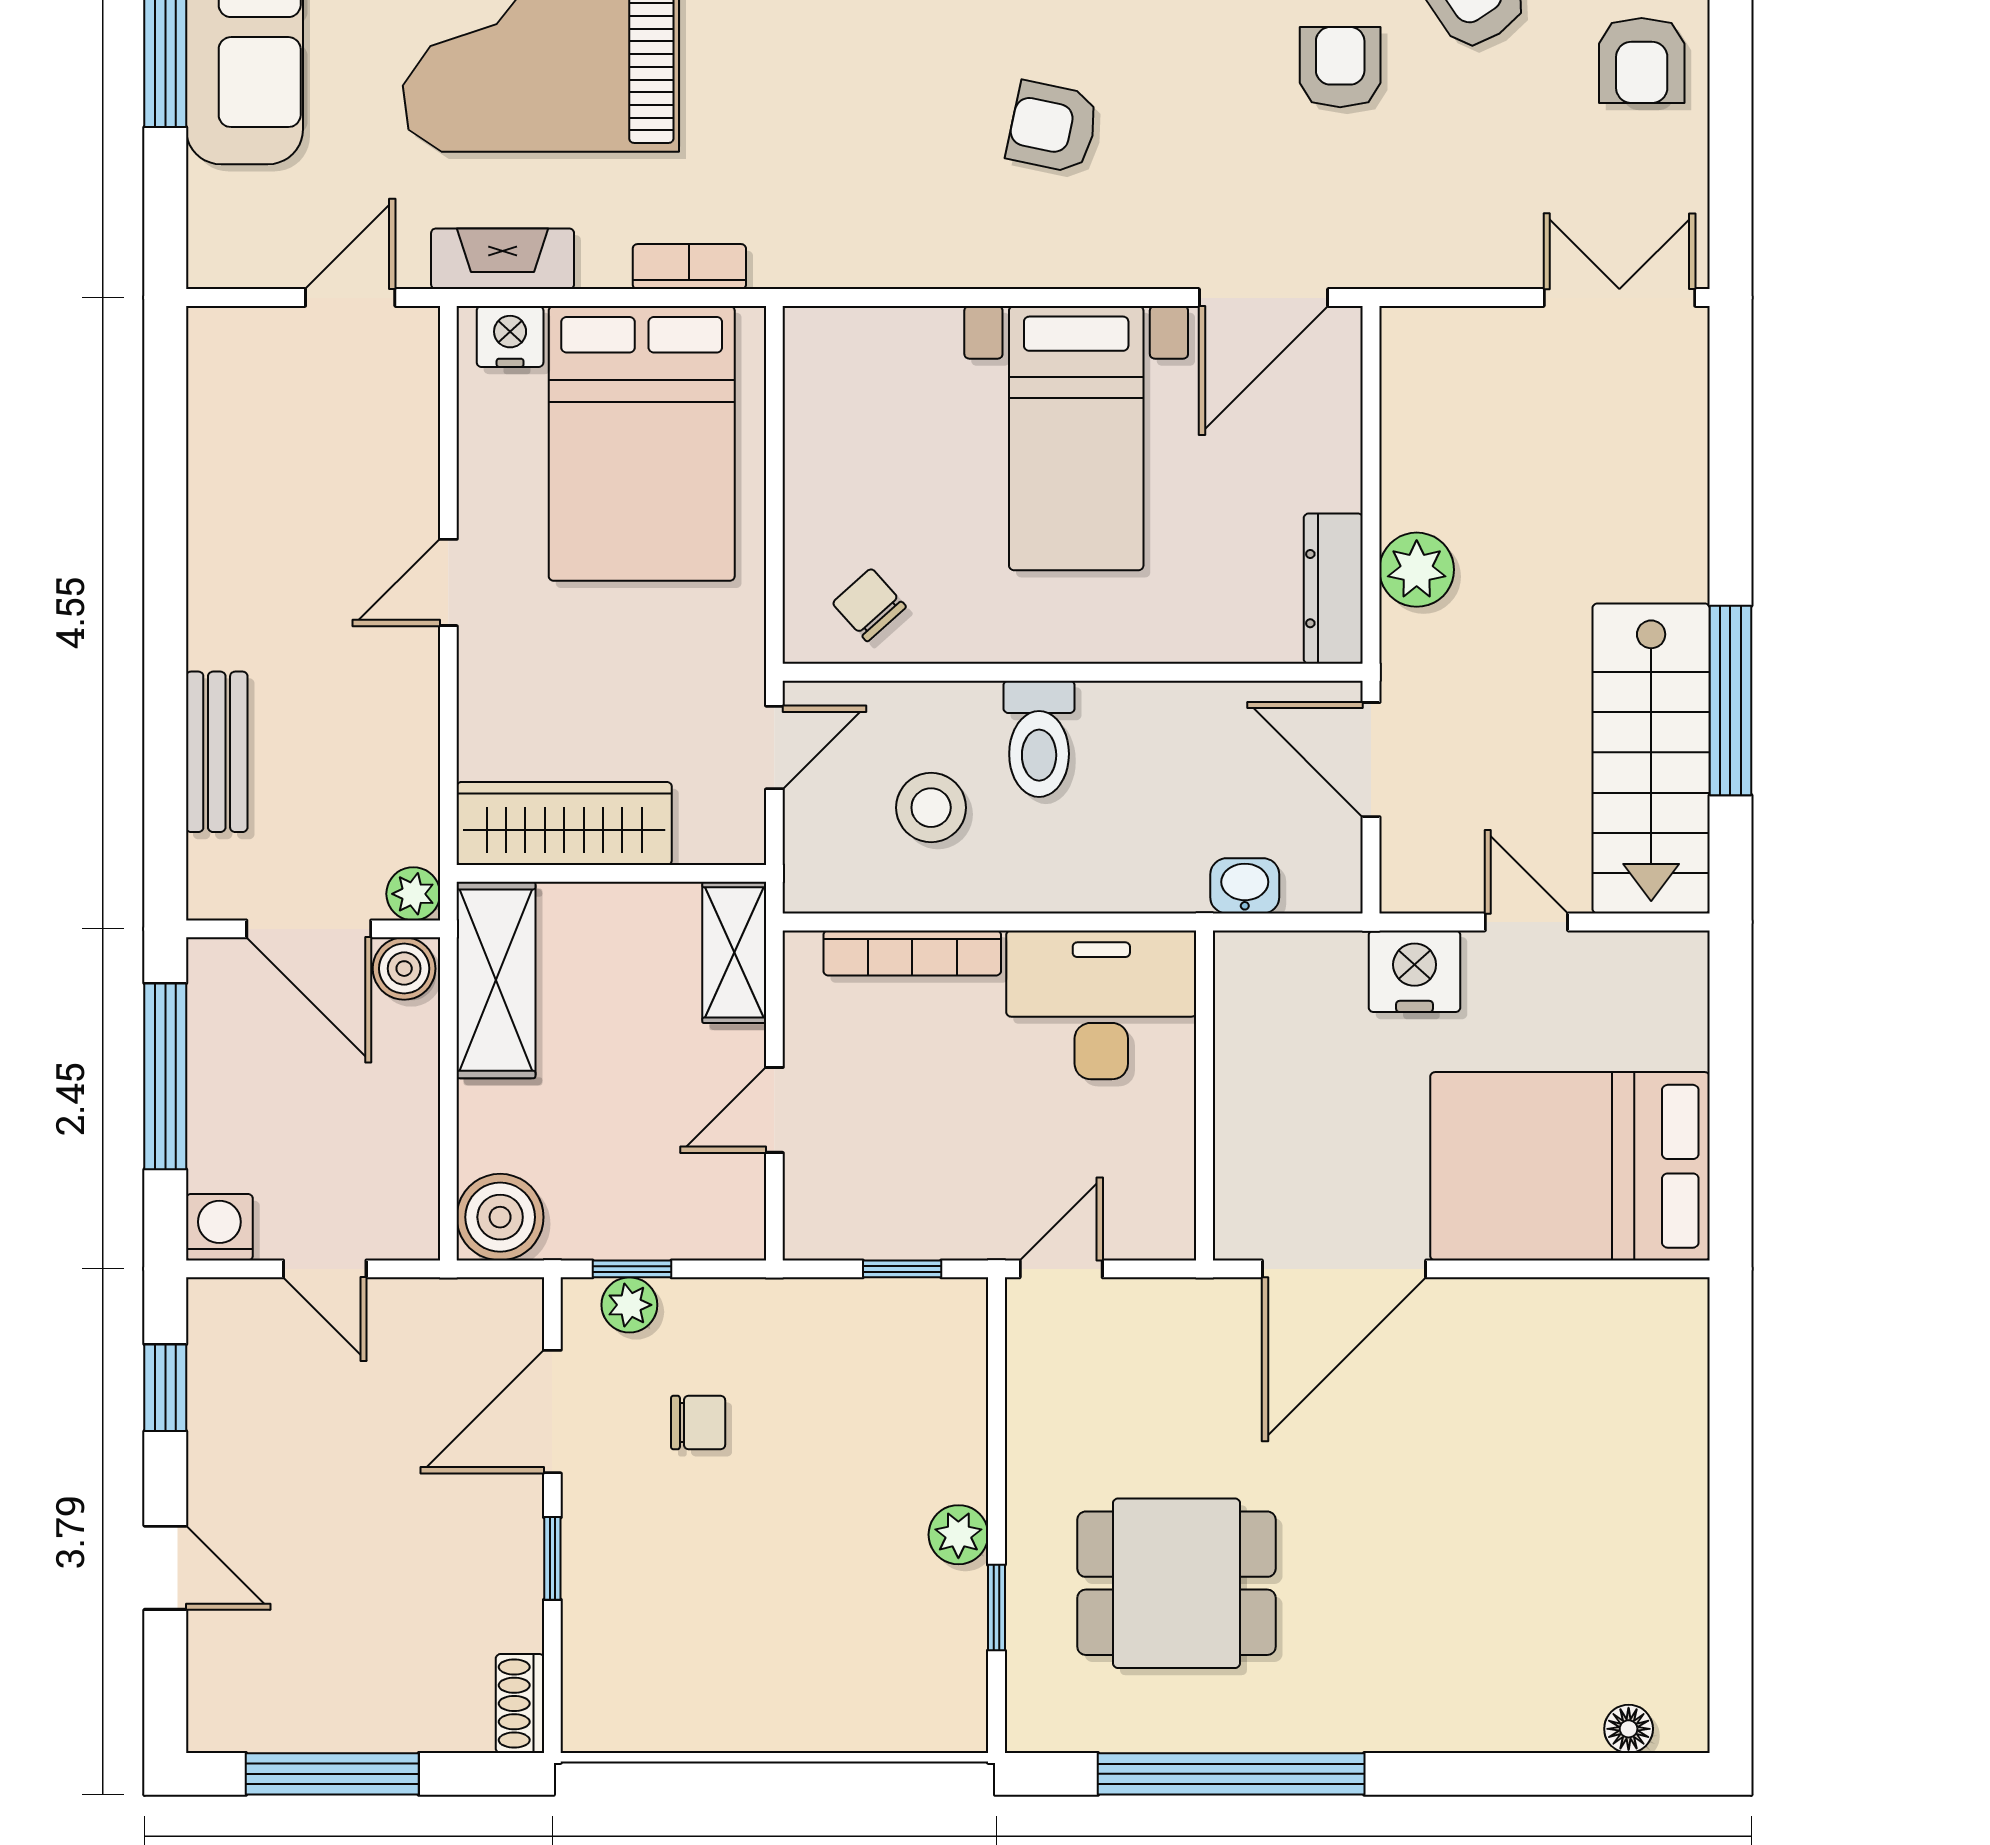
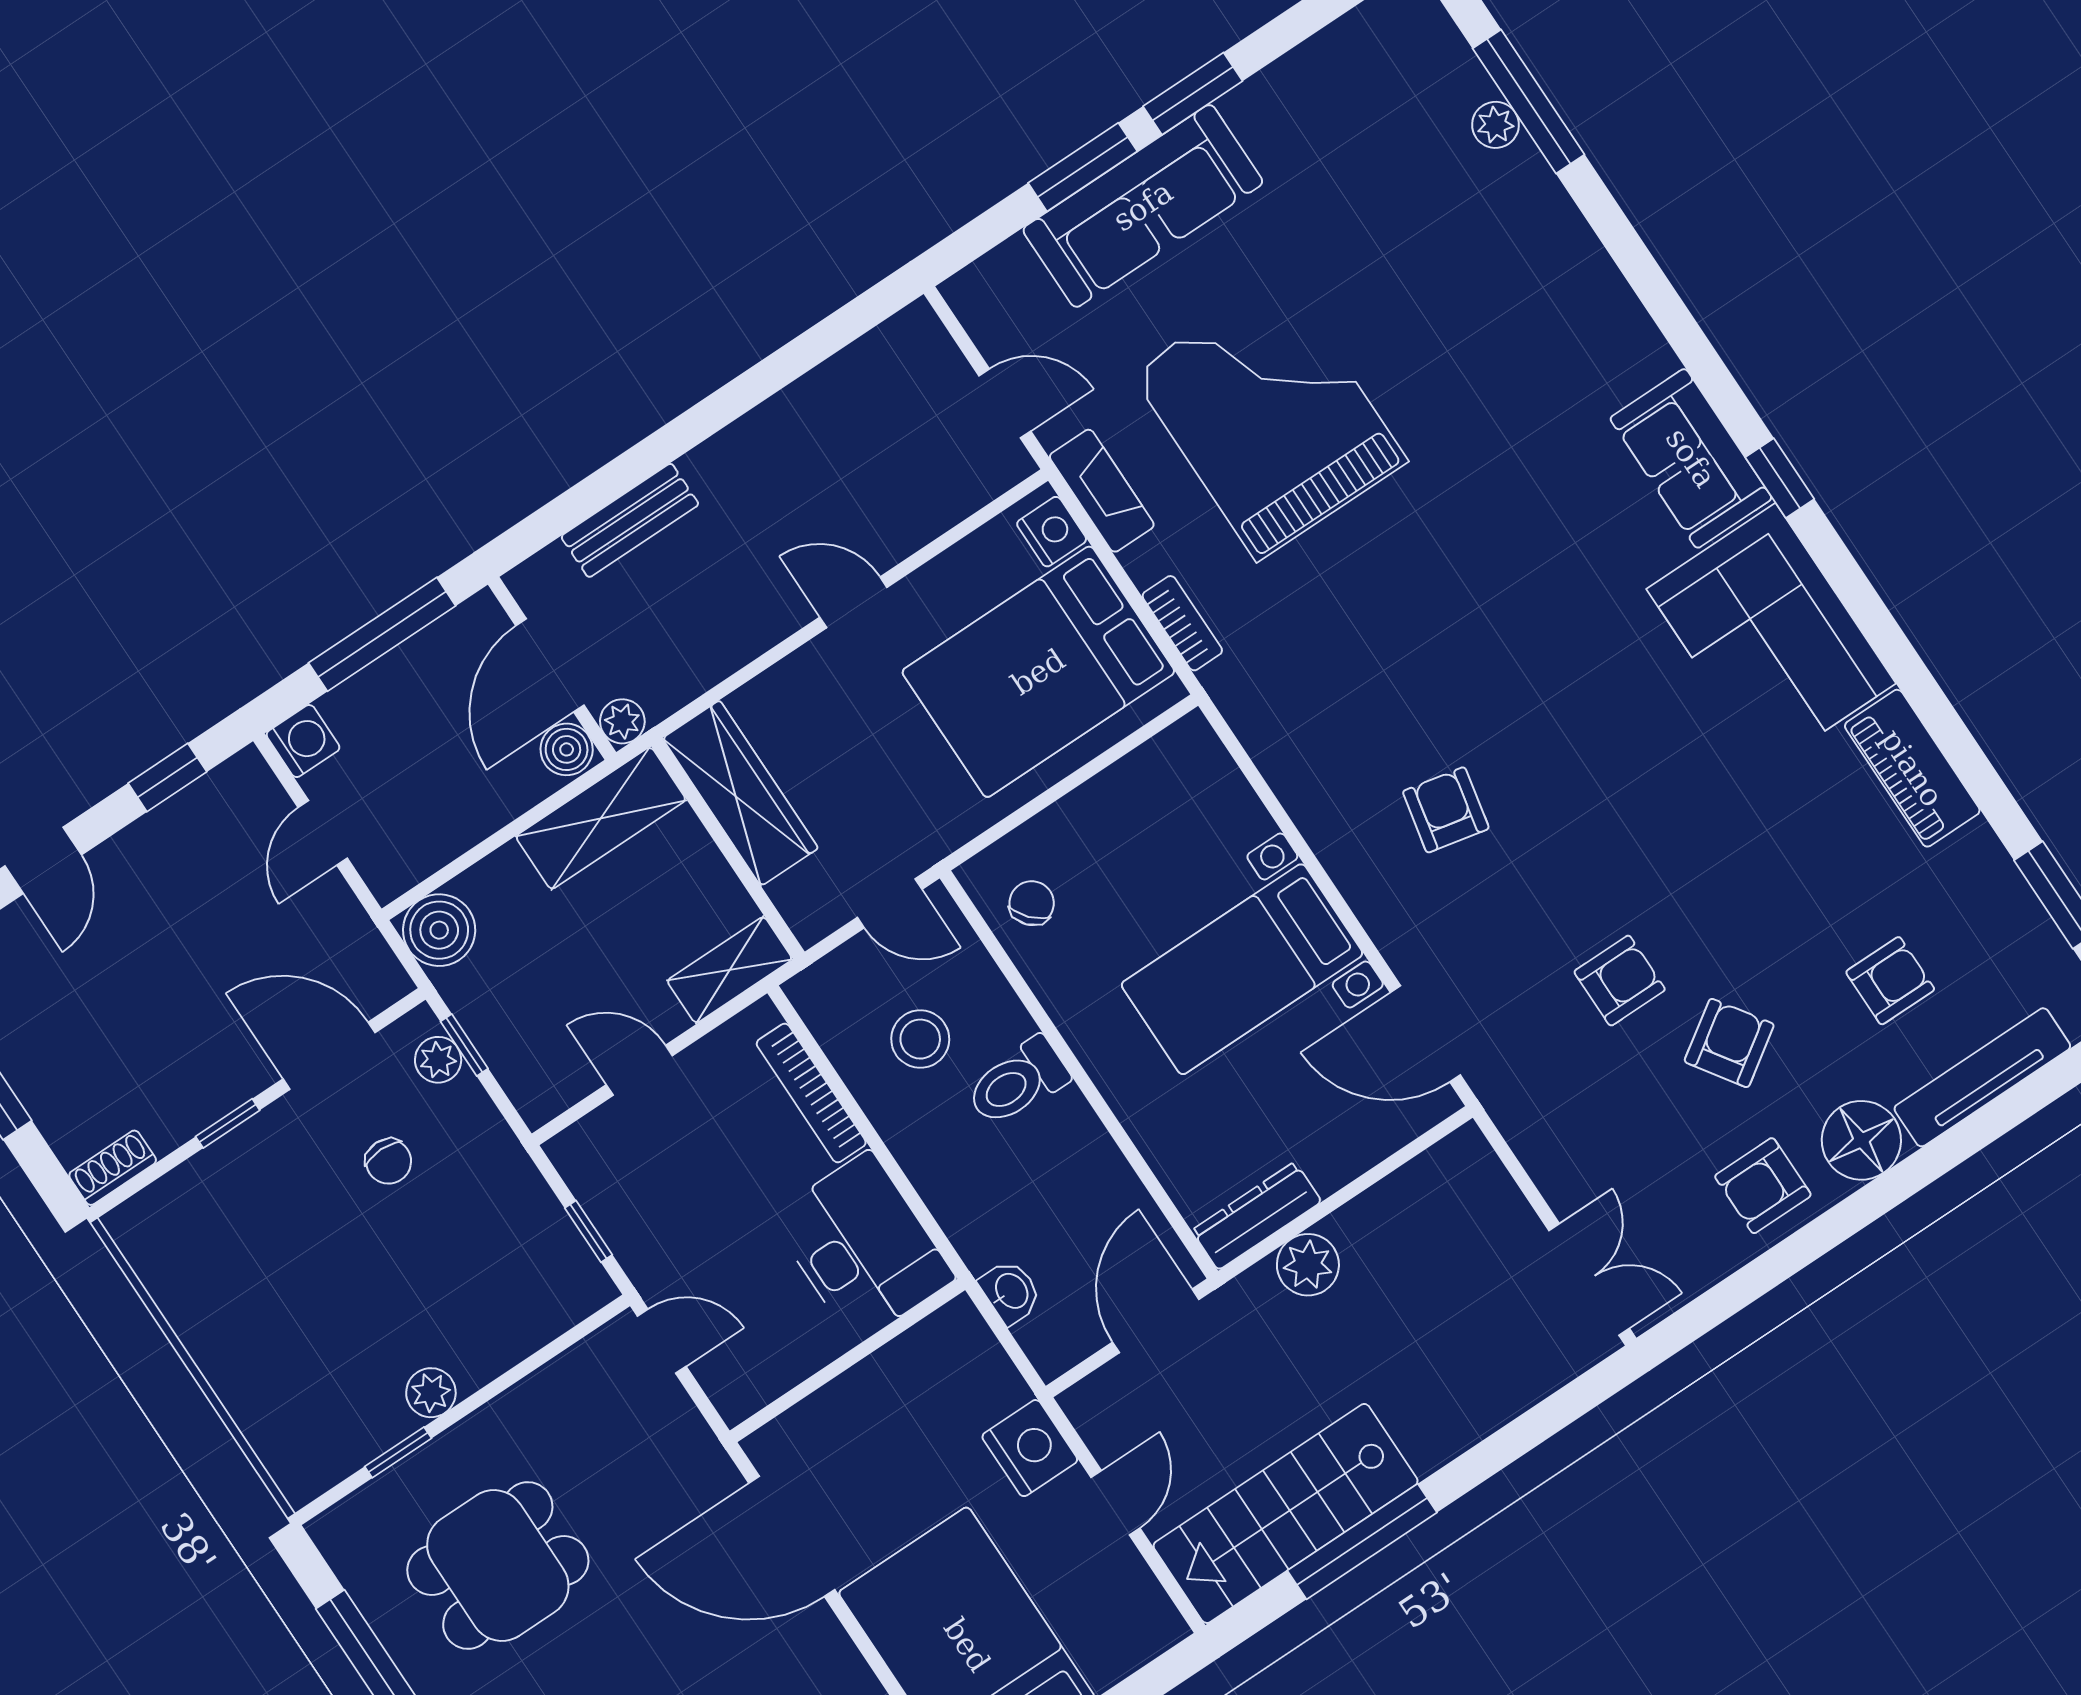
dining table: (1176, 1583) -> (498, 1566), turned 90

